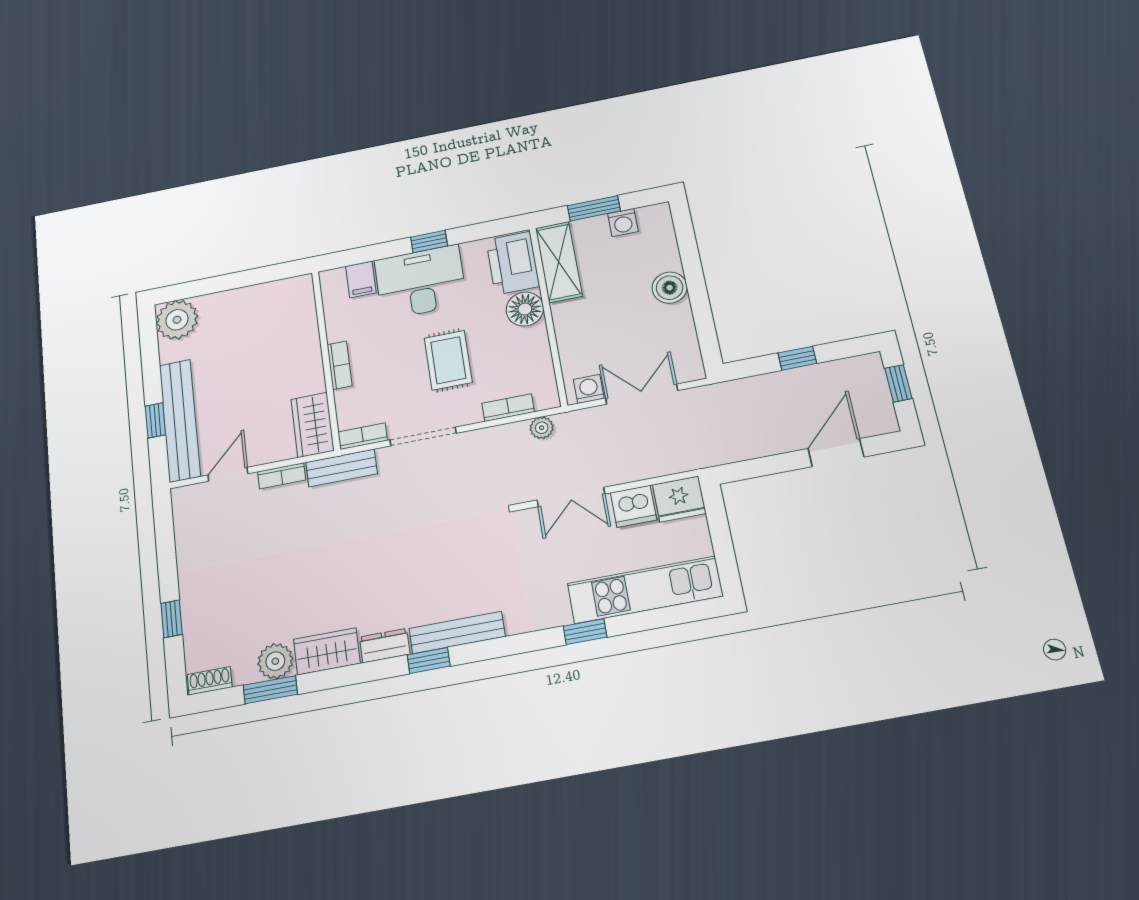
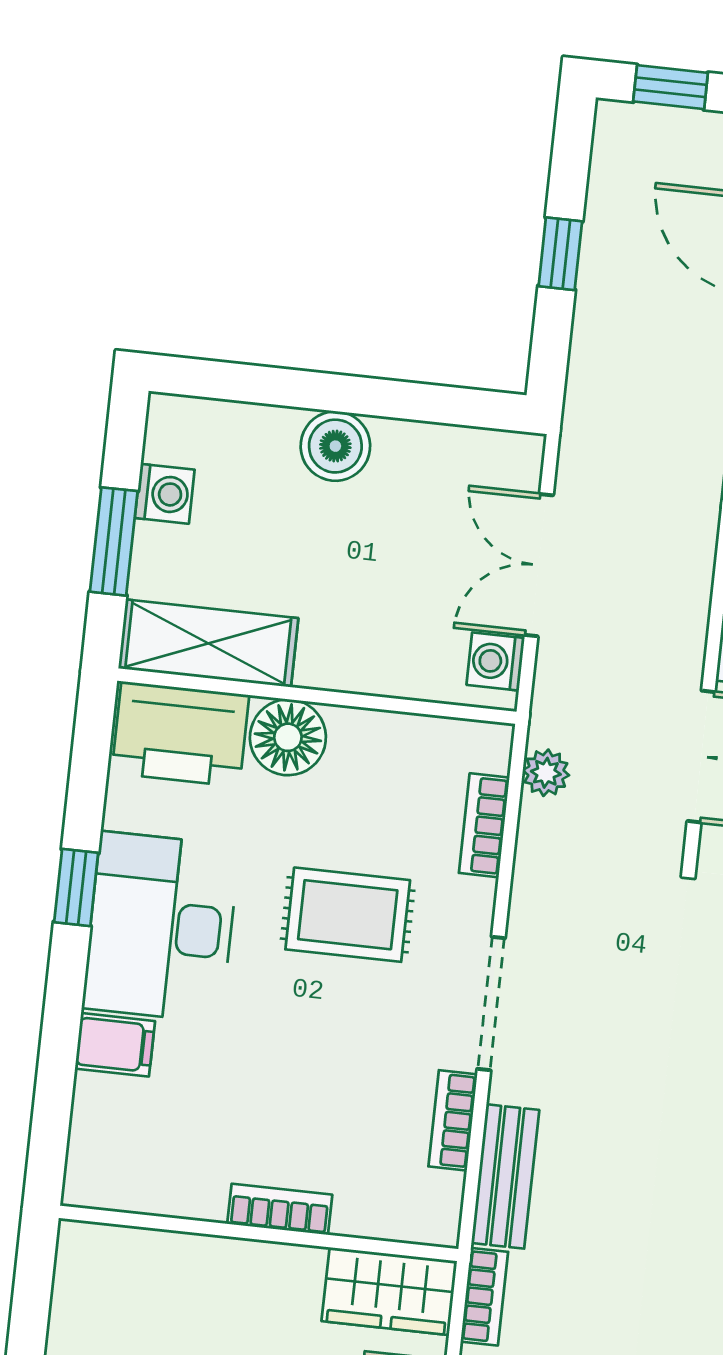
wall: (326, 359) -> (258, 1233), moved
bookcase: (339, 365) -> (280, 1209), moved
wardrobe: (313, 425) -> (389, 1291), moved

